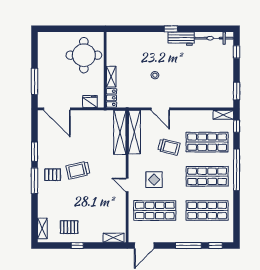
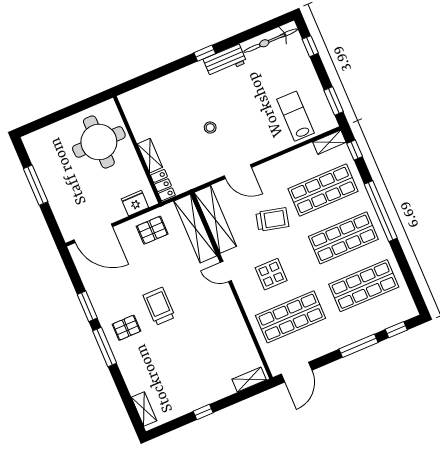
window: (34, 81) -> (36, 185), moved
lab bench: (210, 90) -> (296, 116), added
trolley: (78, 170) -> (159, 306), turned 103
door: (127, 185) -> (226, 272), moved
pallet: (69, 227) -> (152, 230), moved

